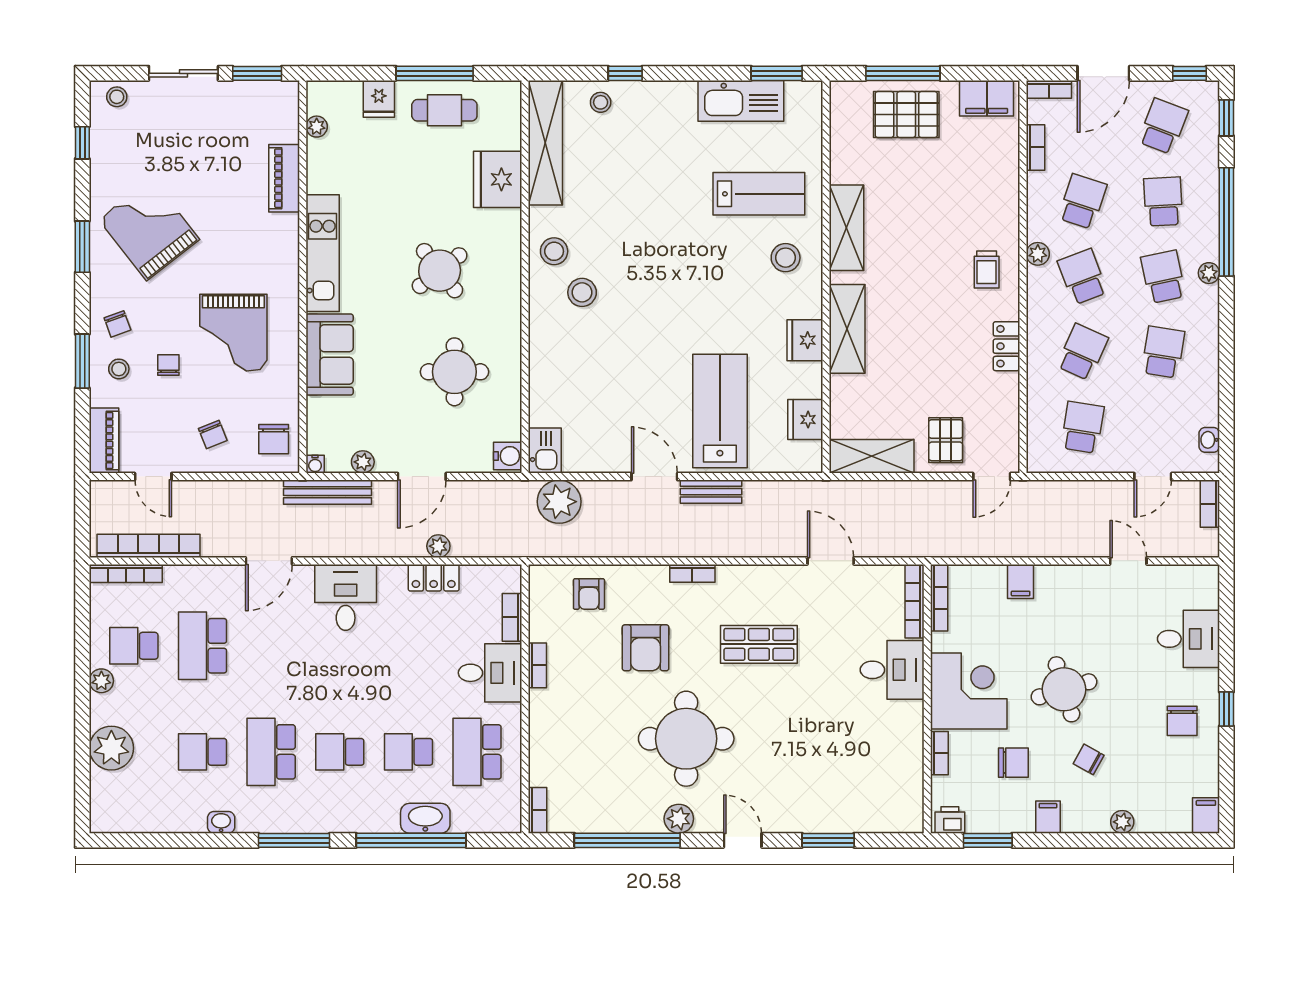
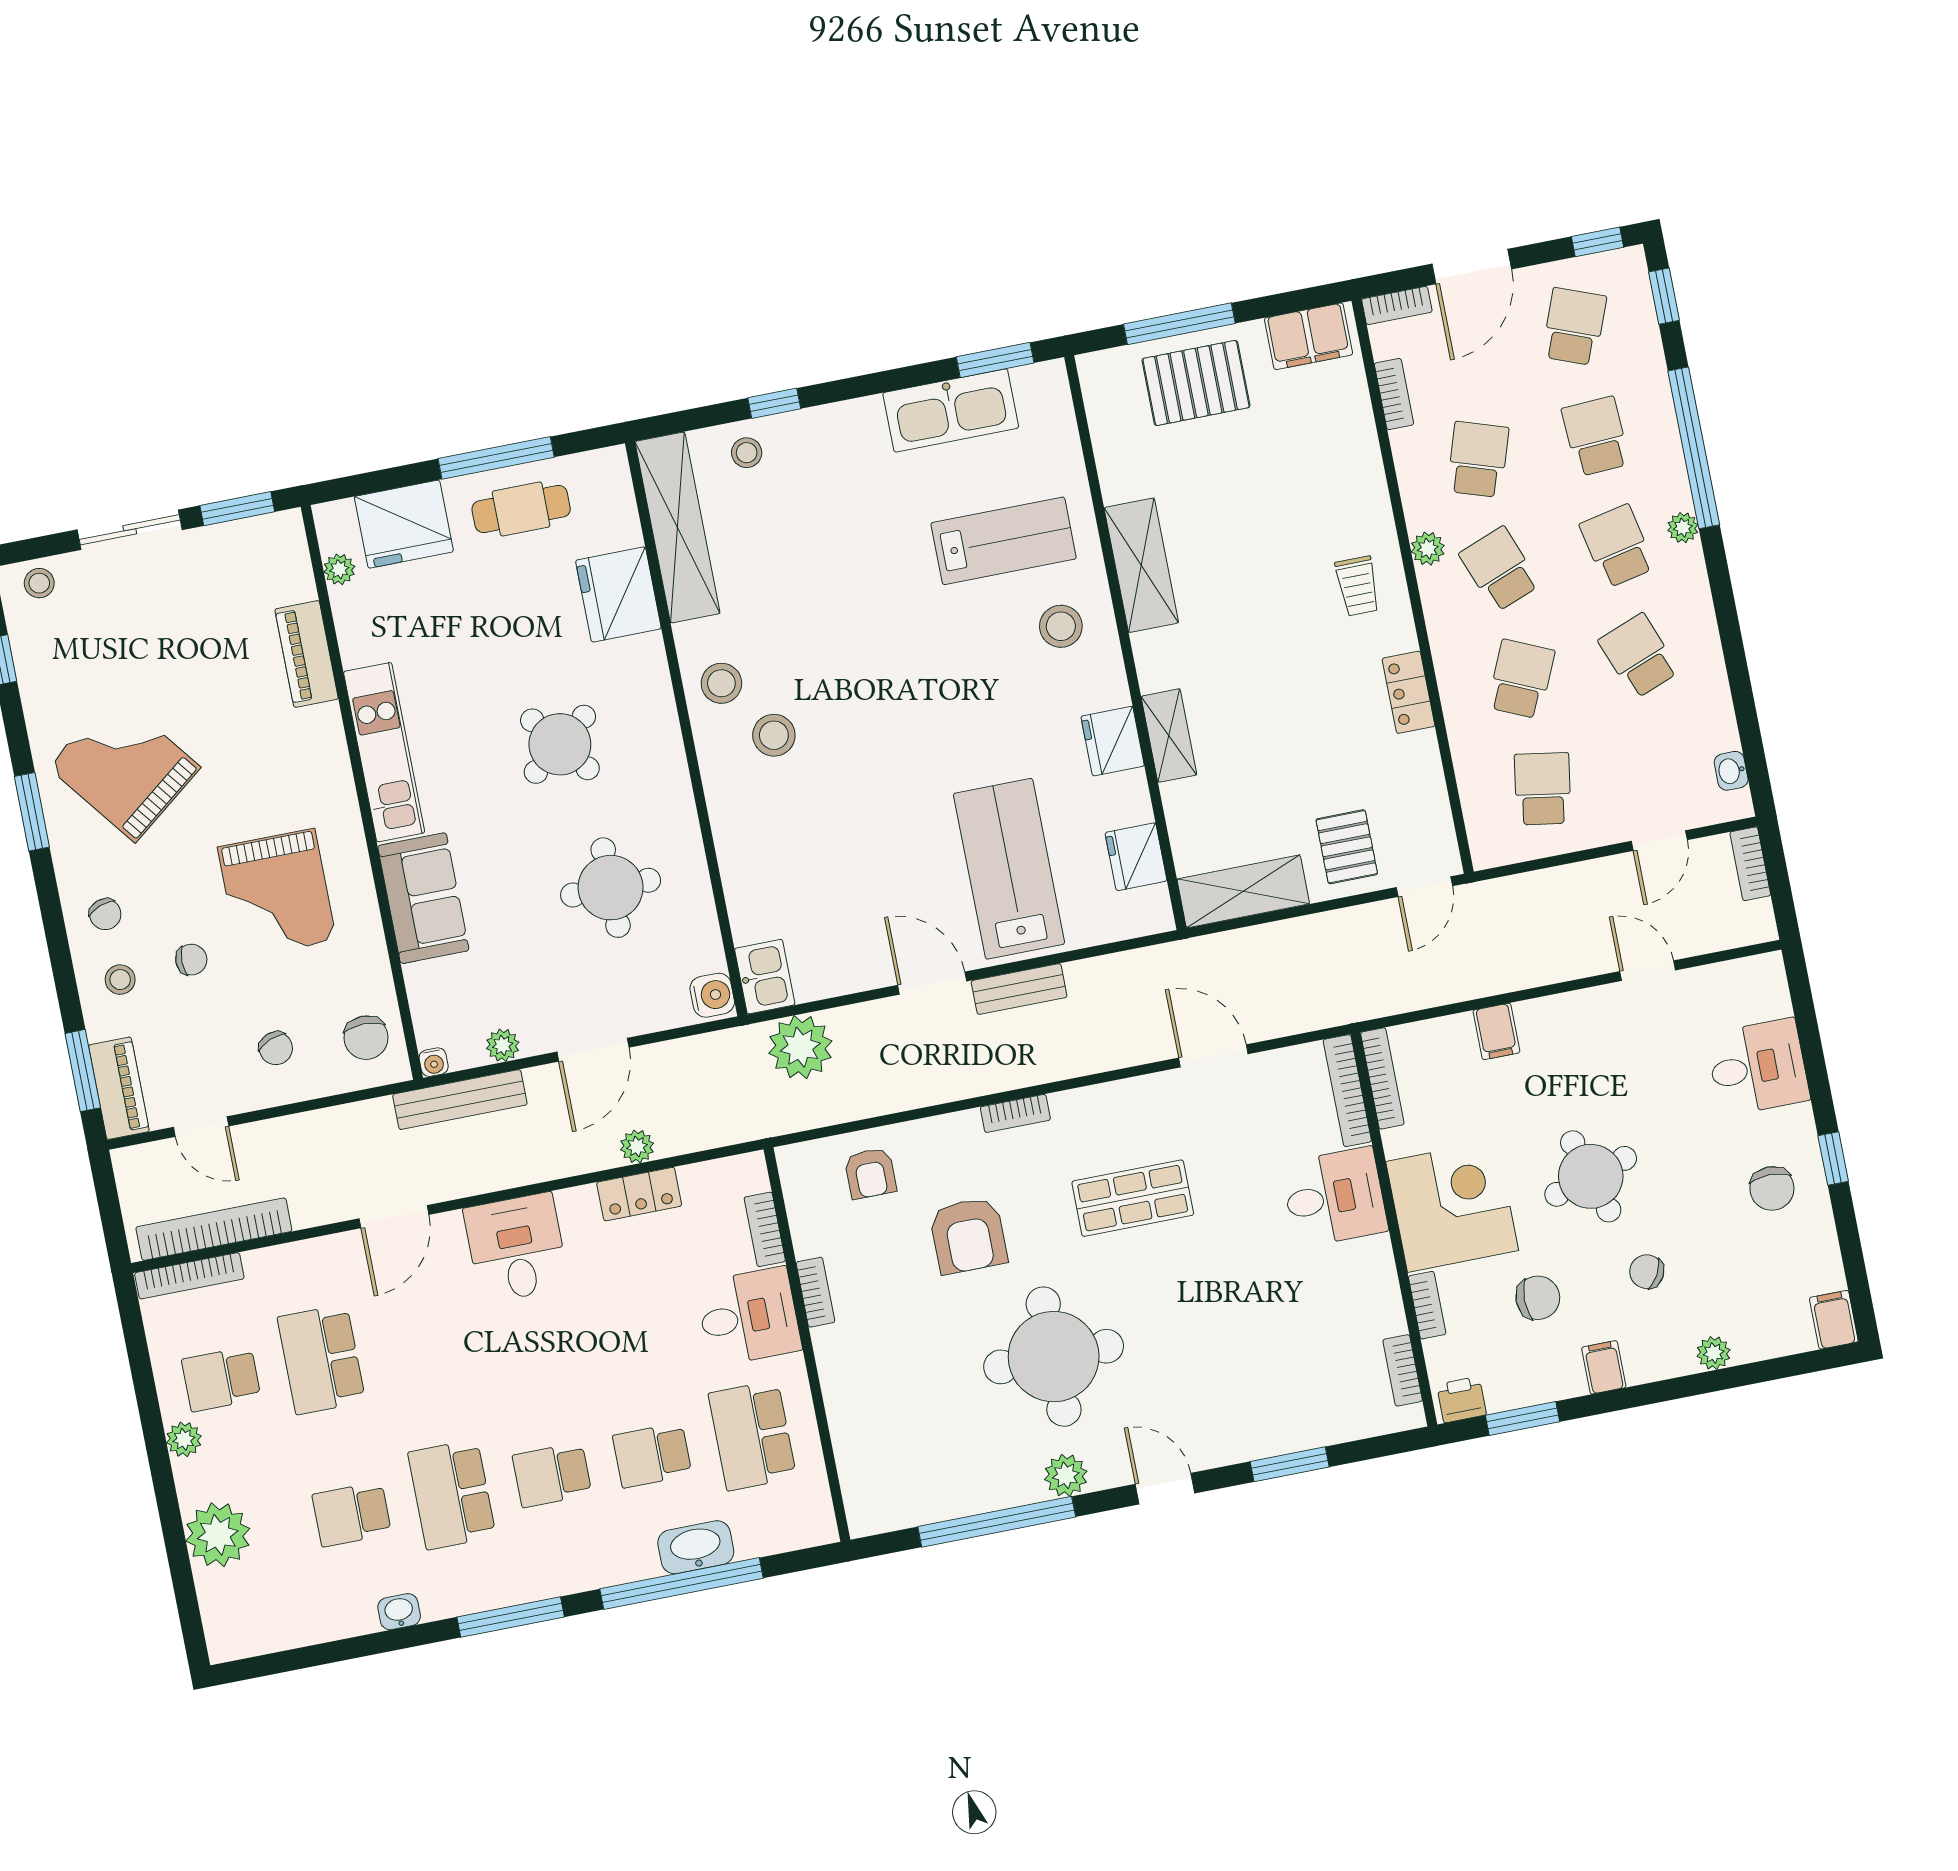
fridge: (379, 99) -> (404, 524), width x1.88, depth x1.34
shelving: (847, 329) -> (1169, 736), width x0.67, depth x0.75
school desk: (1163, 352) -> (1639, 656), turned -30
window: (82, 361) -> (83, 1071), moved
chair: (168, 365) -> (191, 960), turned 90
bookcase: (537, 810) -> (1403, 1370), moved, turned 180

